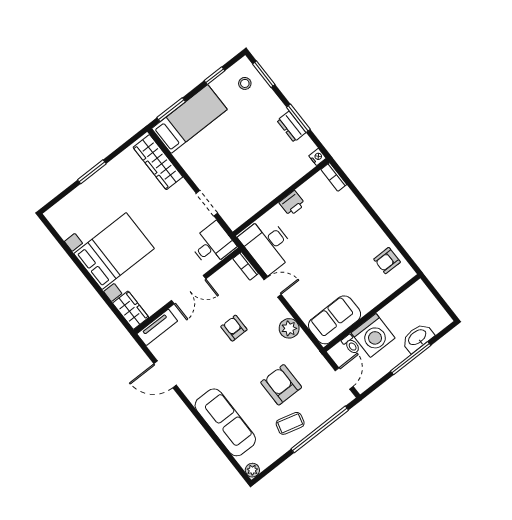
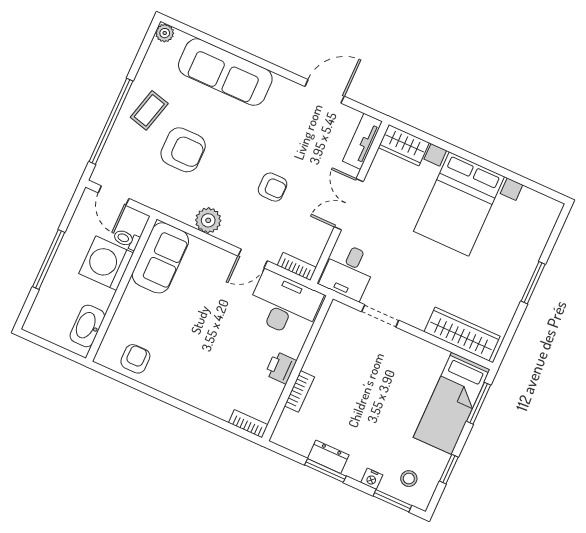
nightstand: (317, 157) -> (372, 479), moved
bookcase: (288, 181) -> (299, 391), added
washbasin: (418, 338) -> (87, 326), moved, turned 180

